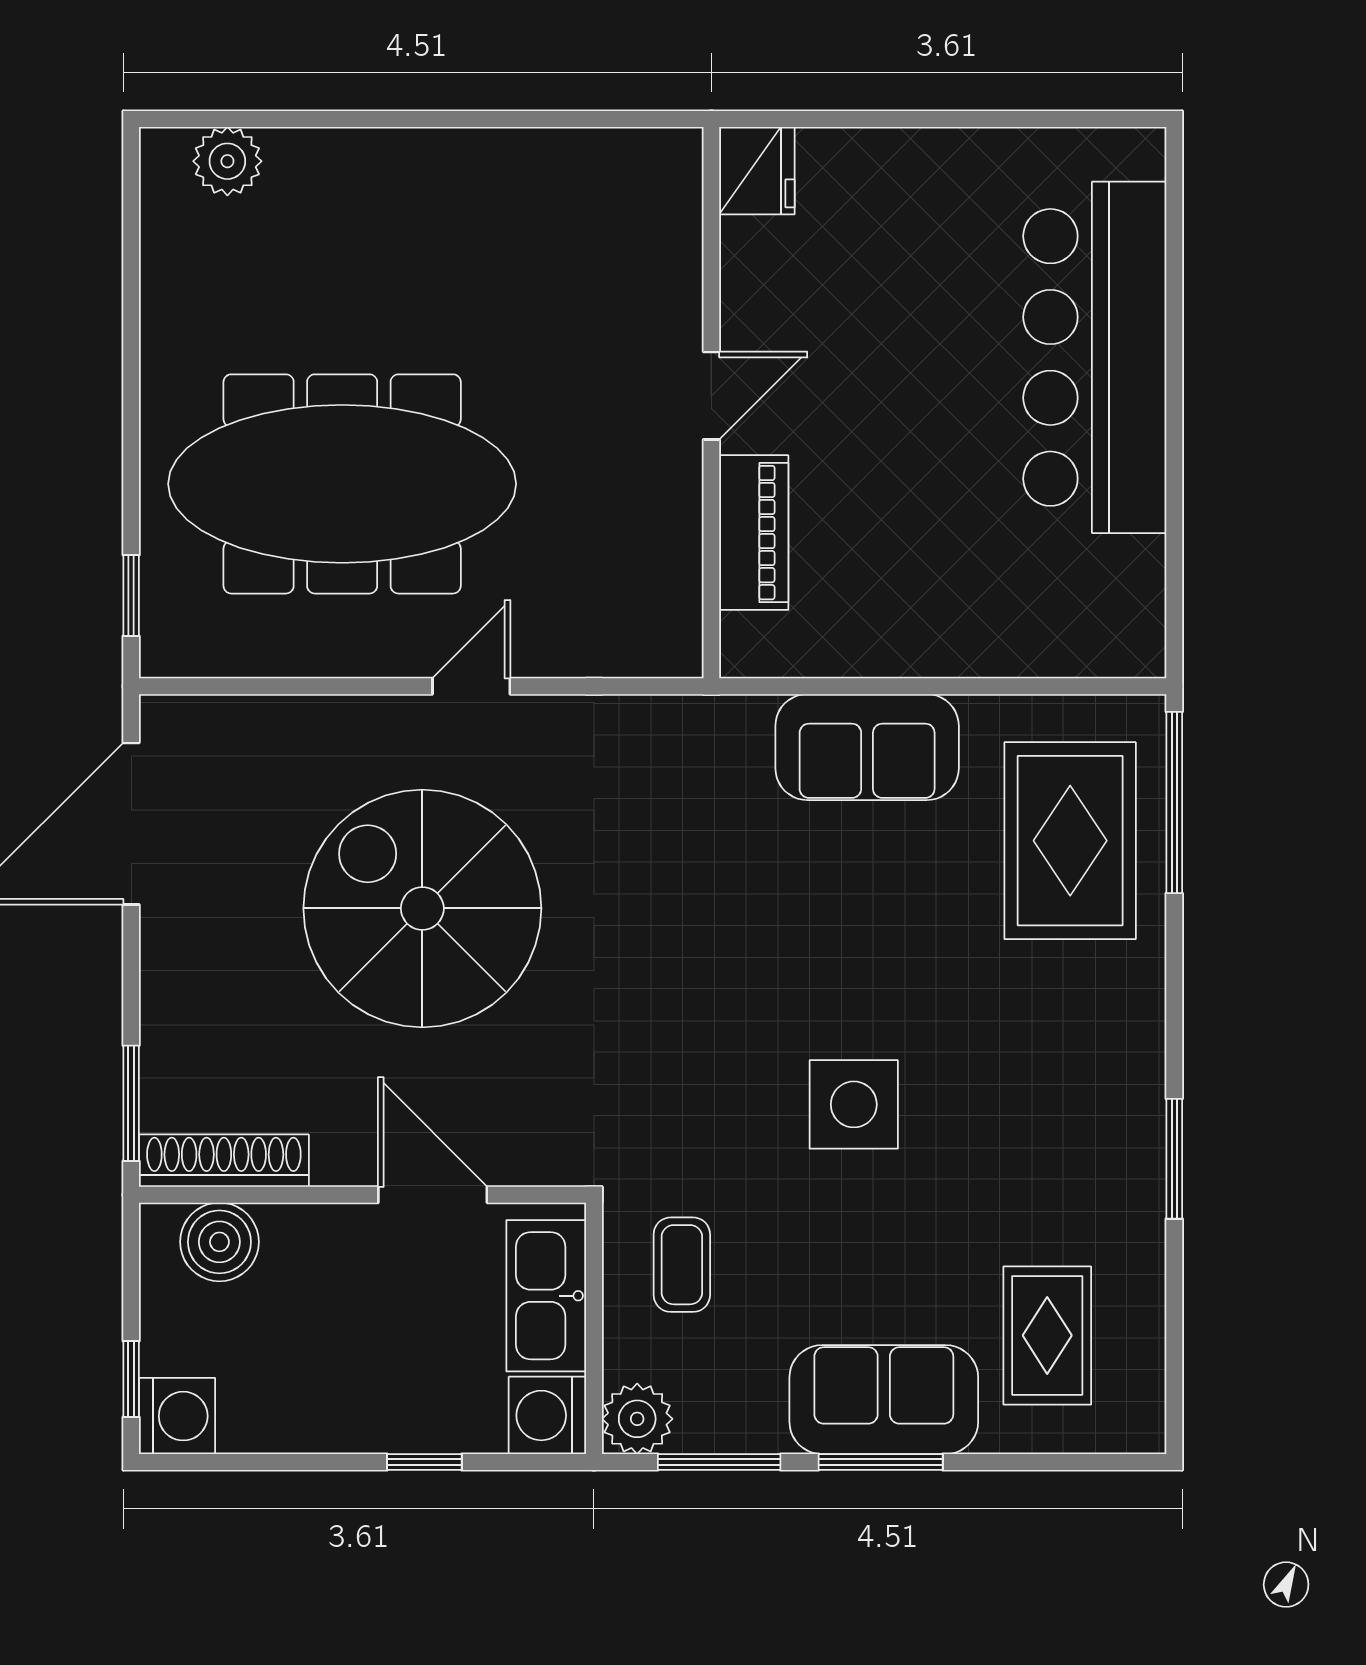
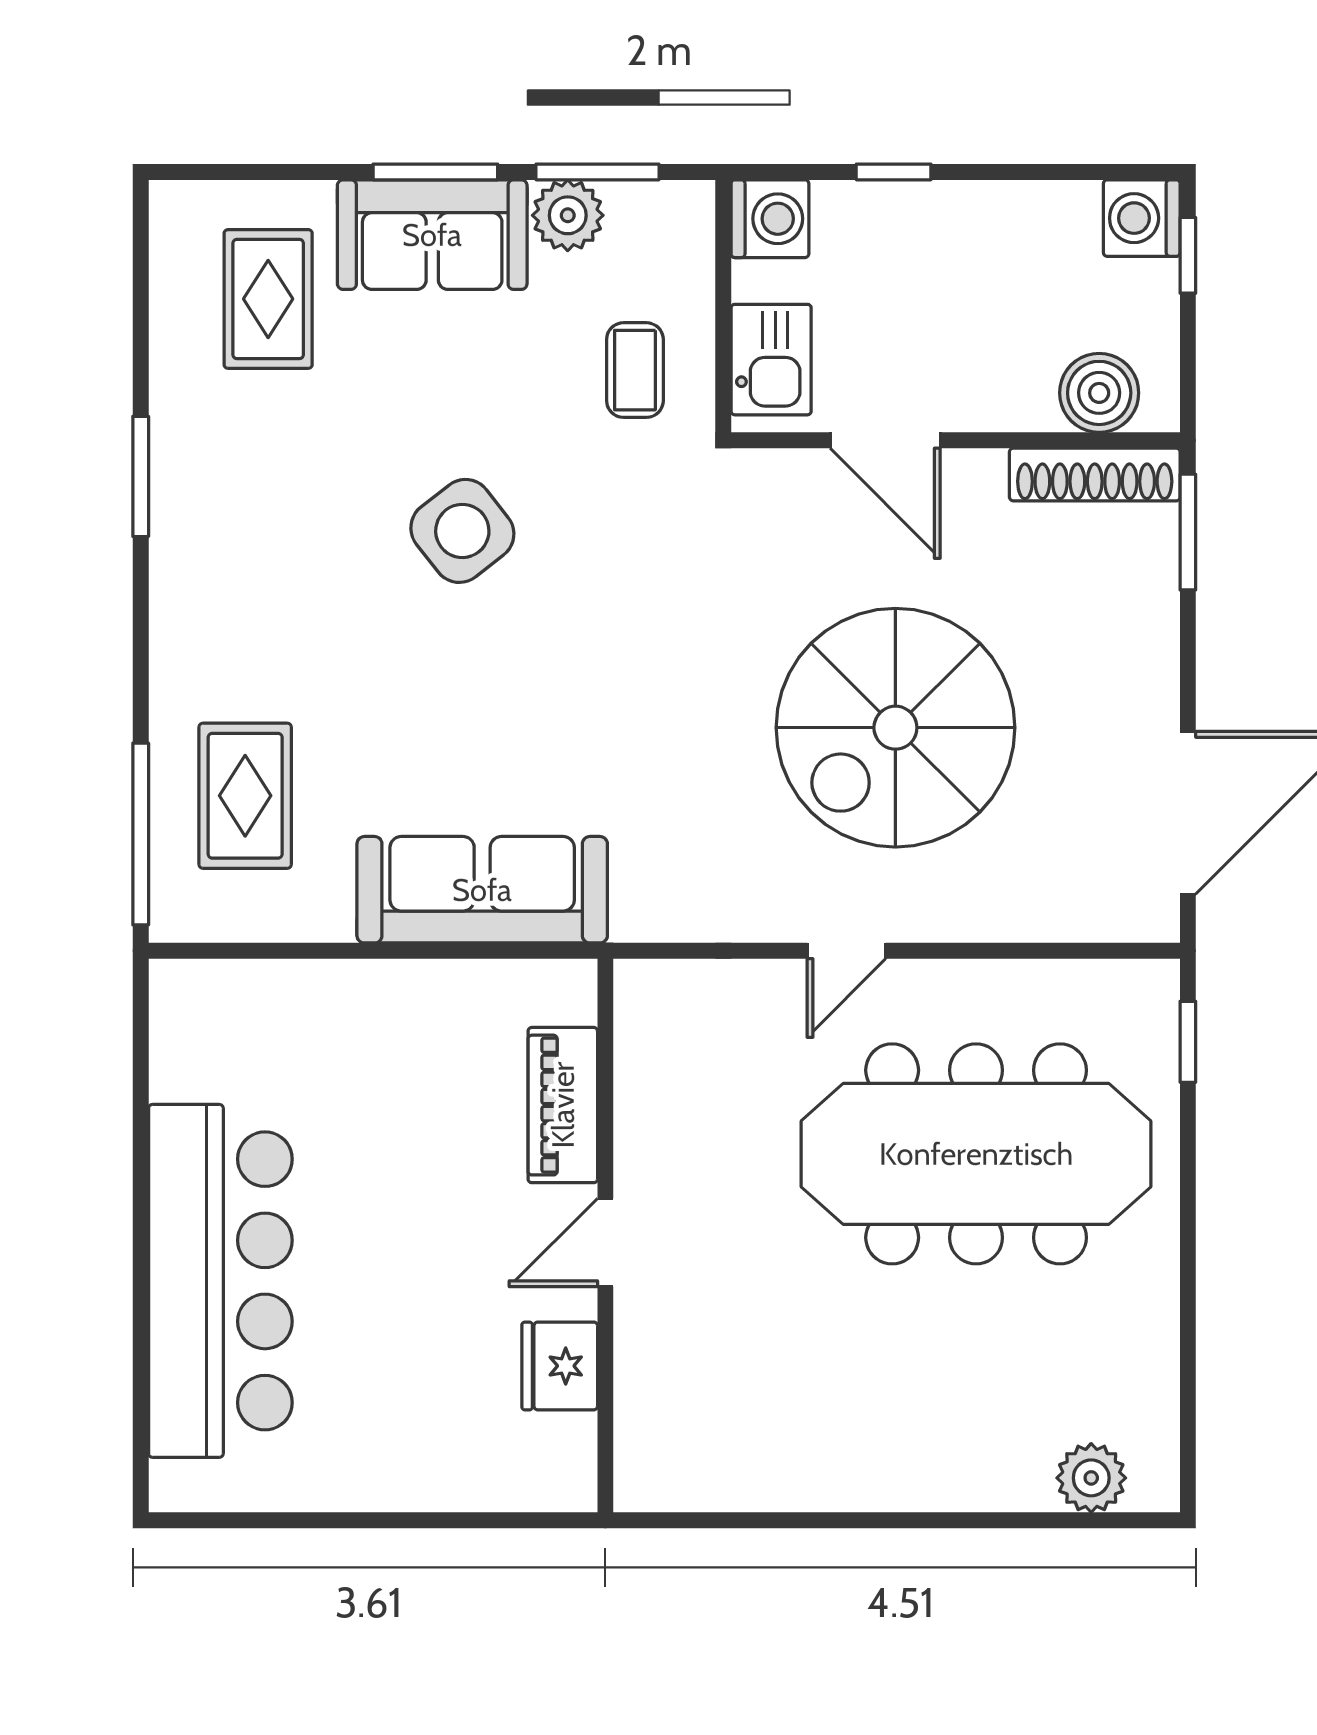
fridge: (757, 171) -> (560, 1366), moved
sofa: (867, 747) -> (482, 890), width x1.36
rug: (1070, 841) -> (245, 796), width x0.73, depth x0.70
spiral stairs: (422, 908) -> (895, 728), turned 90
side table: (854, 1104) -> (462, 531), turned -38
kitchen sink: (546, 1296) -> (771, 360), width x0.73
plant: (637, 1419) -> (568, 215), moved

